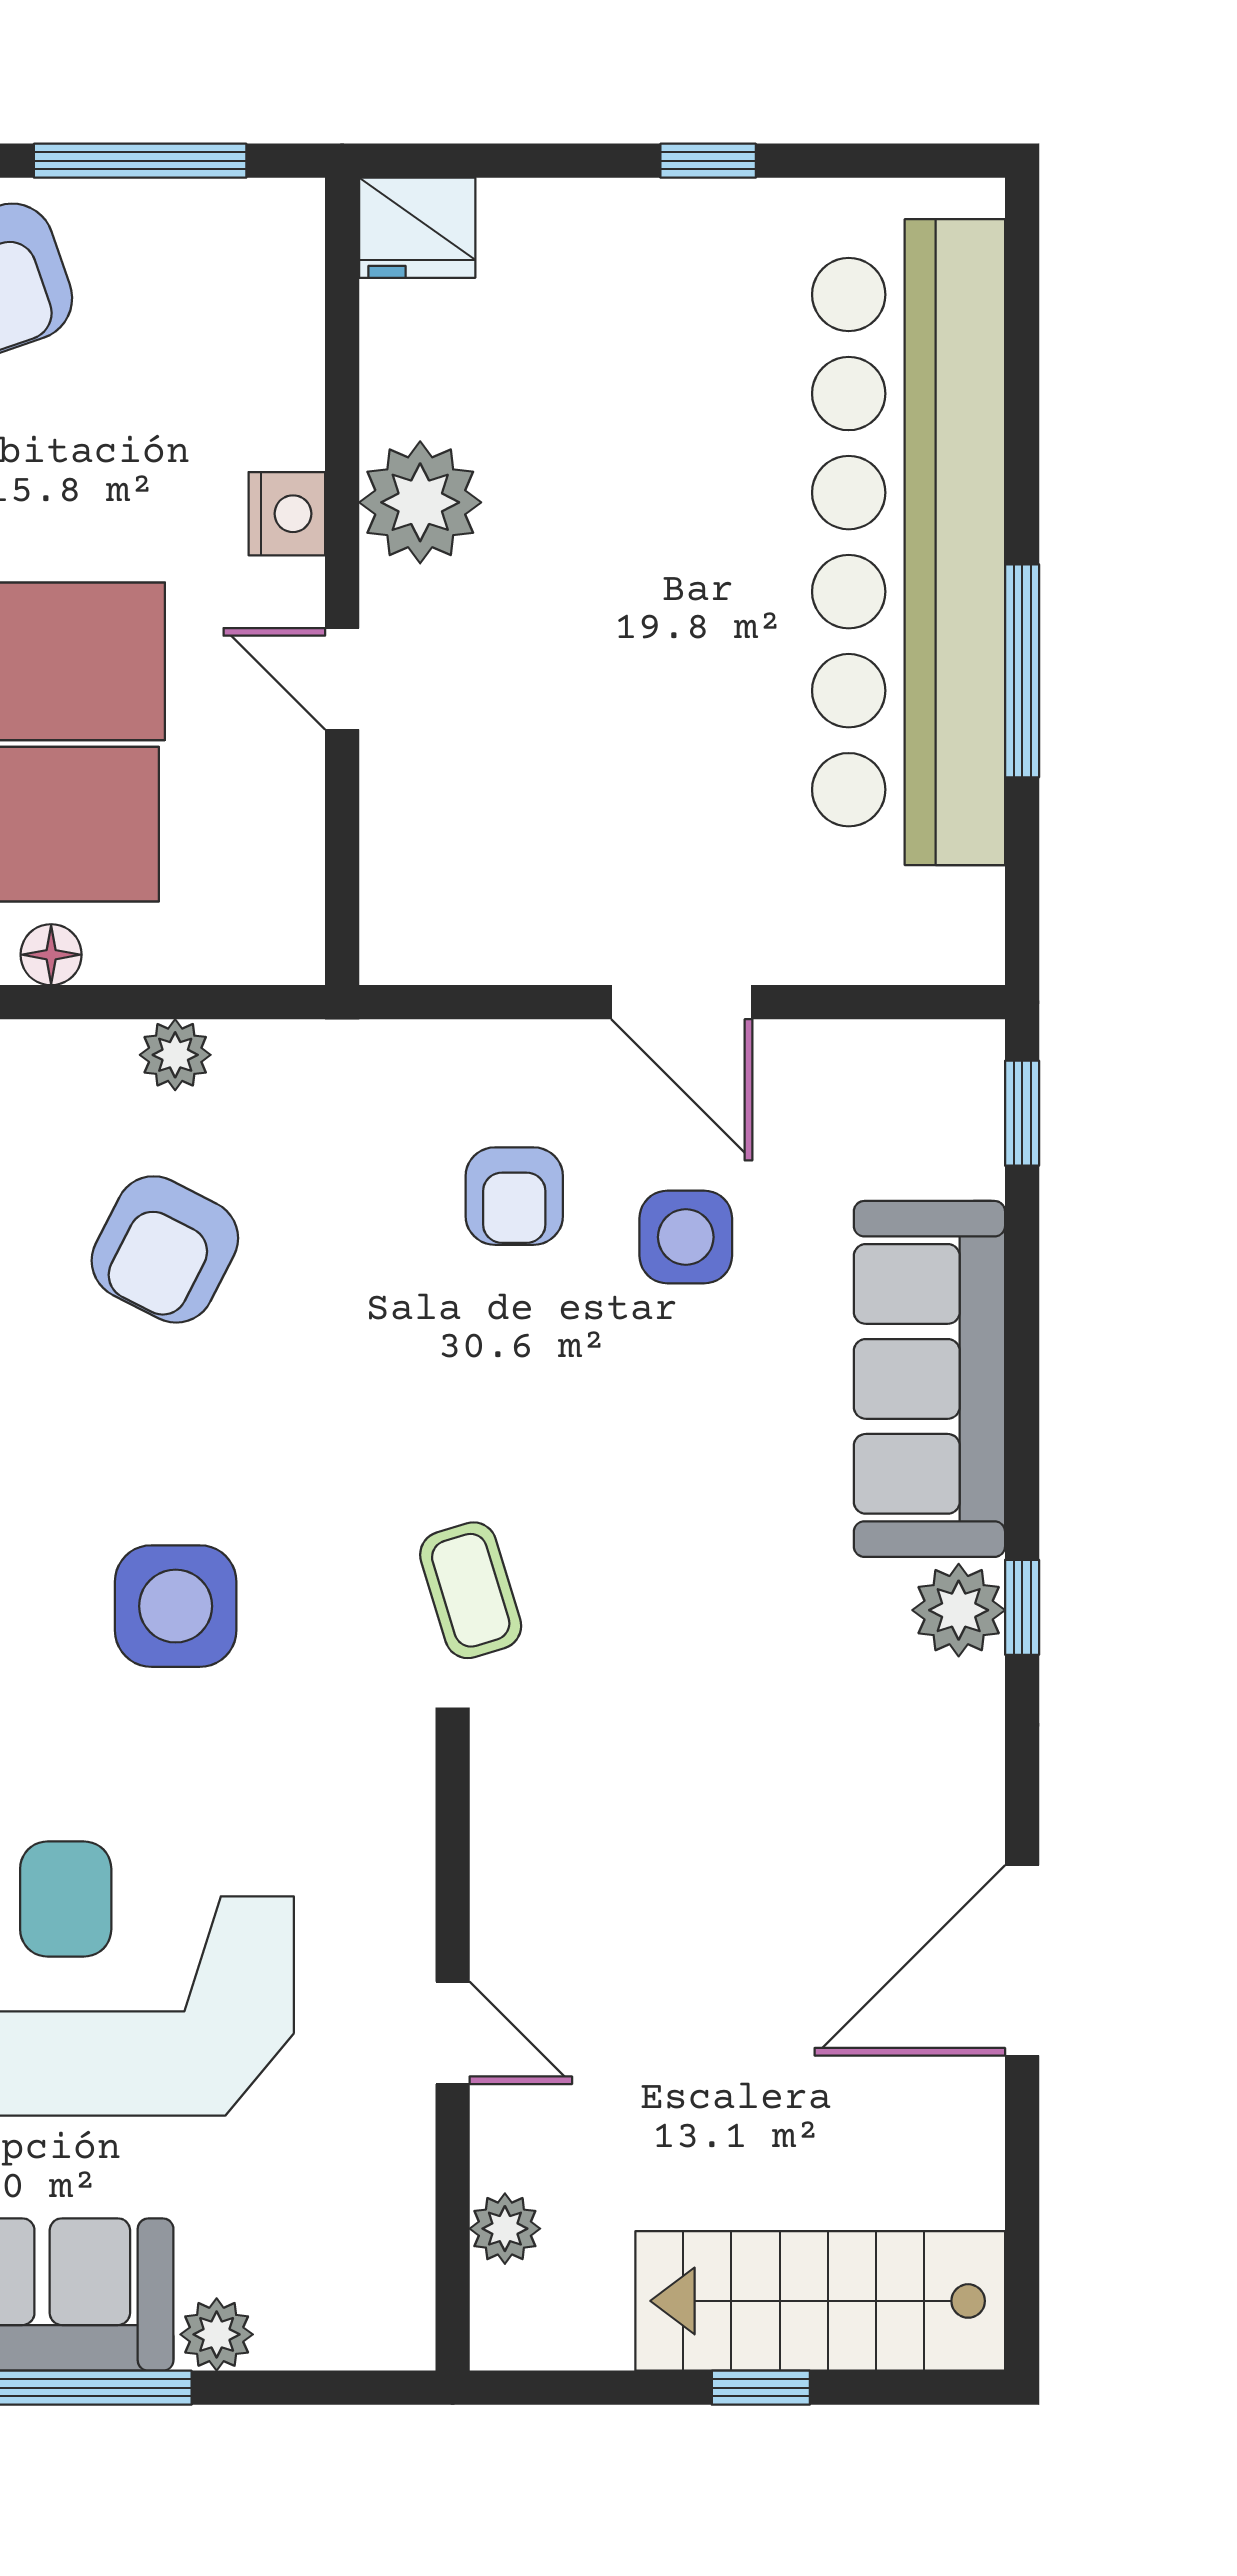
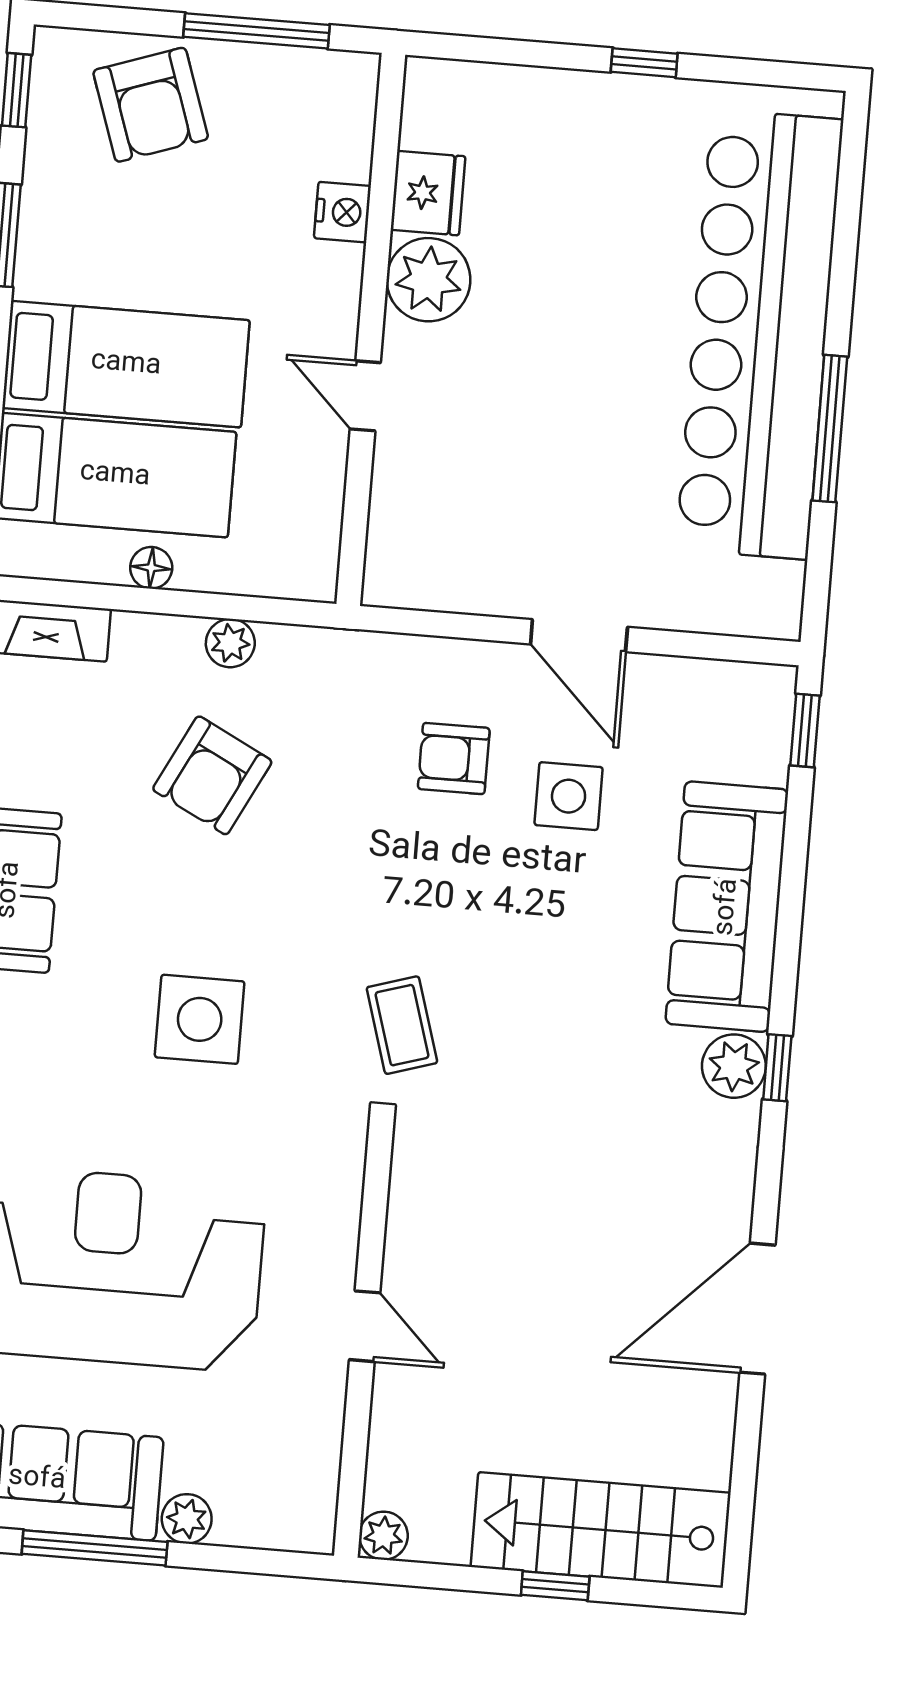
fridge: (417, 228) -> (428, 193), moved, turned -90
nightstand: (287, 514) -> (342, 212), moved
armchair: (514, 1196) -> (454, 759), turned 90
plant: (505, 2229) -> (383, 1536), moved

